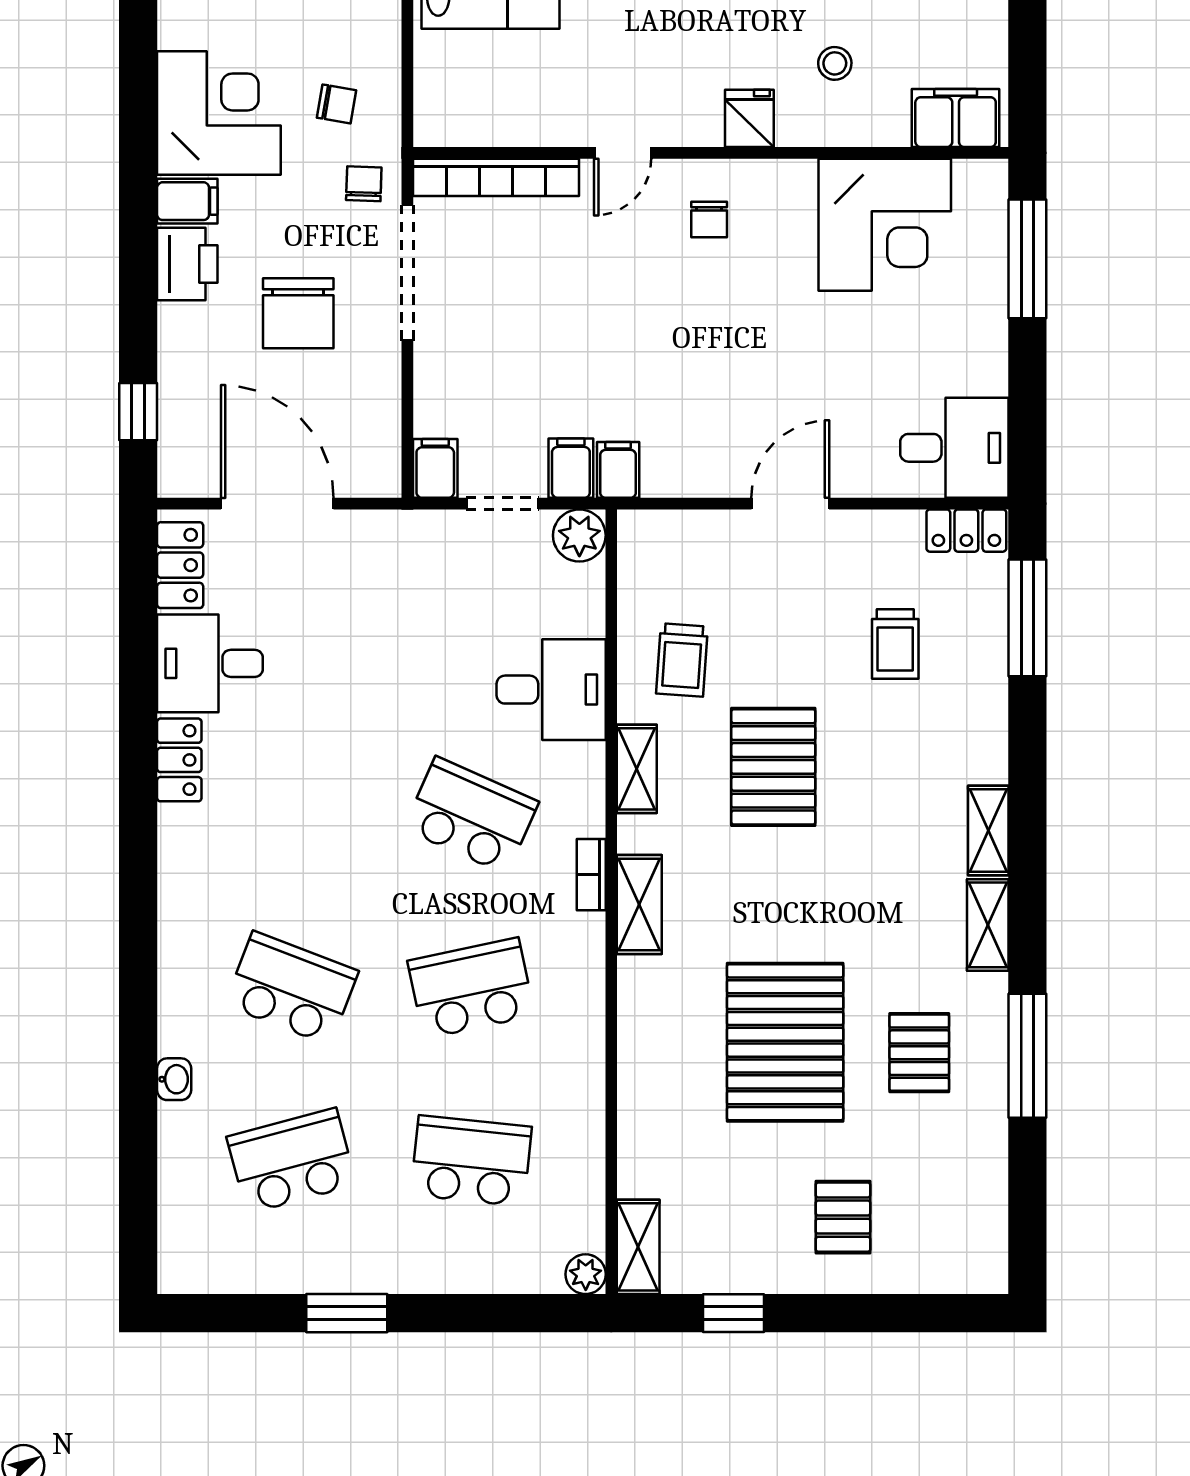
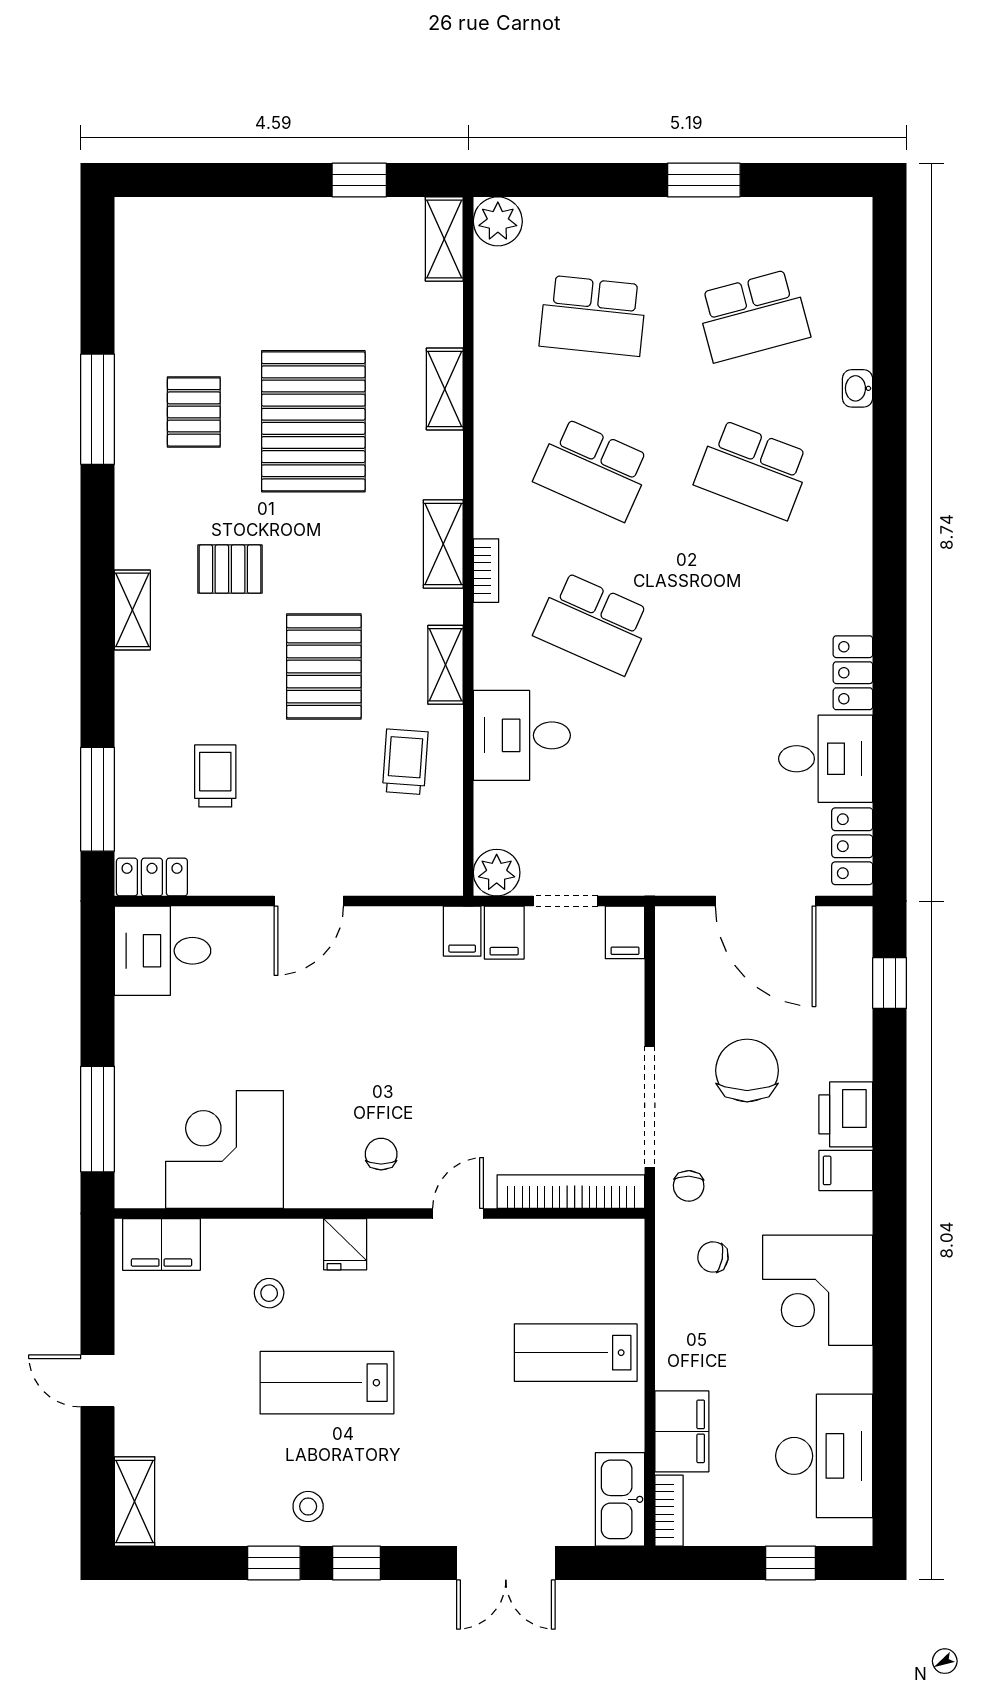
corner desk: (219, 113) -> (818, 1290), moved
shelving: (988, 925) -> (445, 389), moved
school desk: (471, 988) -> (593, 470), turned 36
pallet: (843, 1217) -> (230, 569), moved, turned 90
plant: (586, 1274) -> (498, 221), width x1.38, depth x1.38

